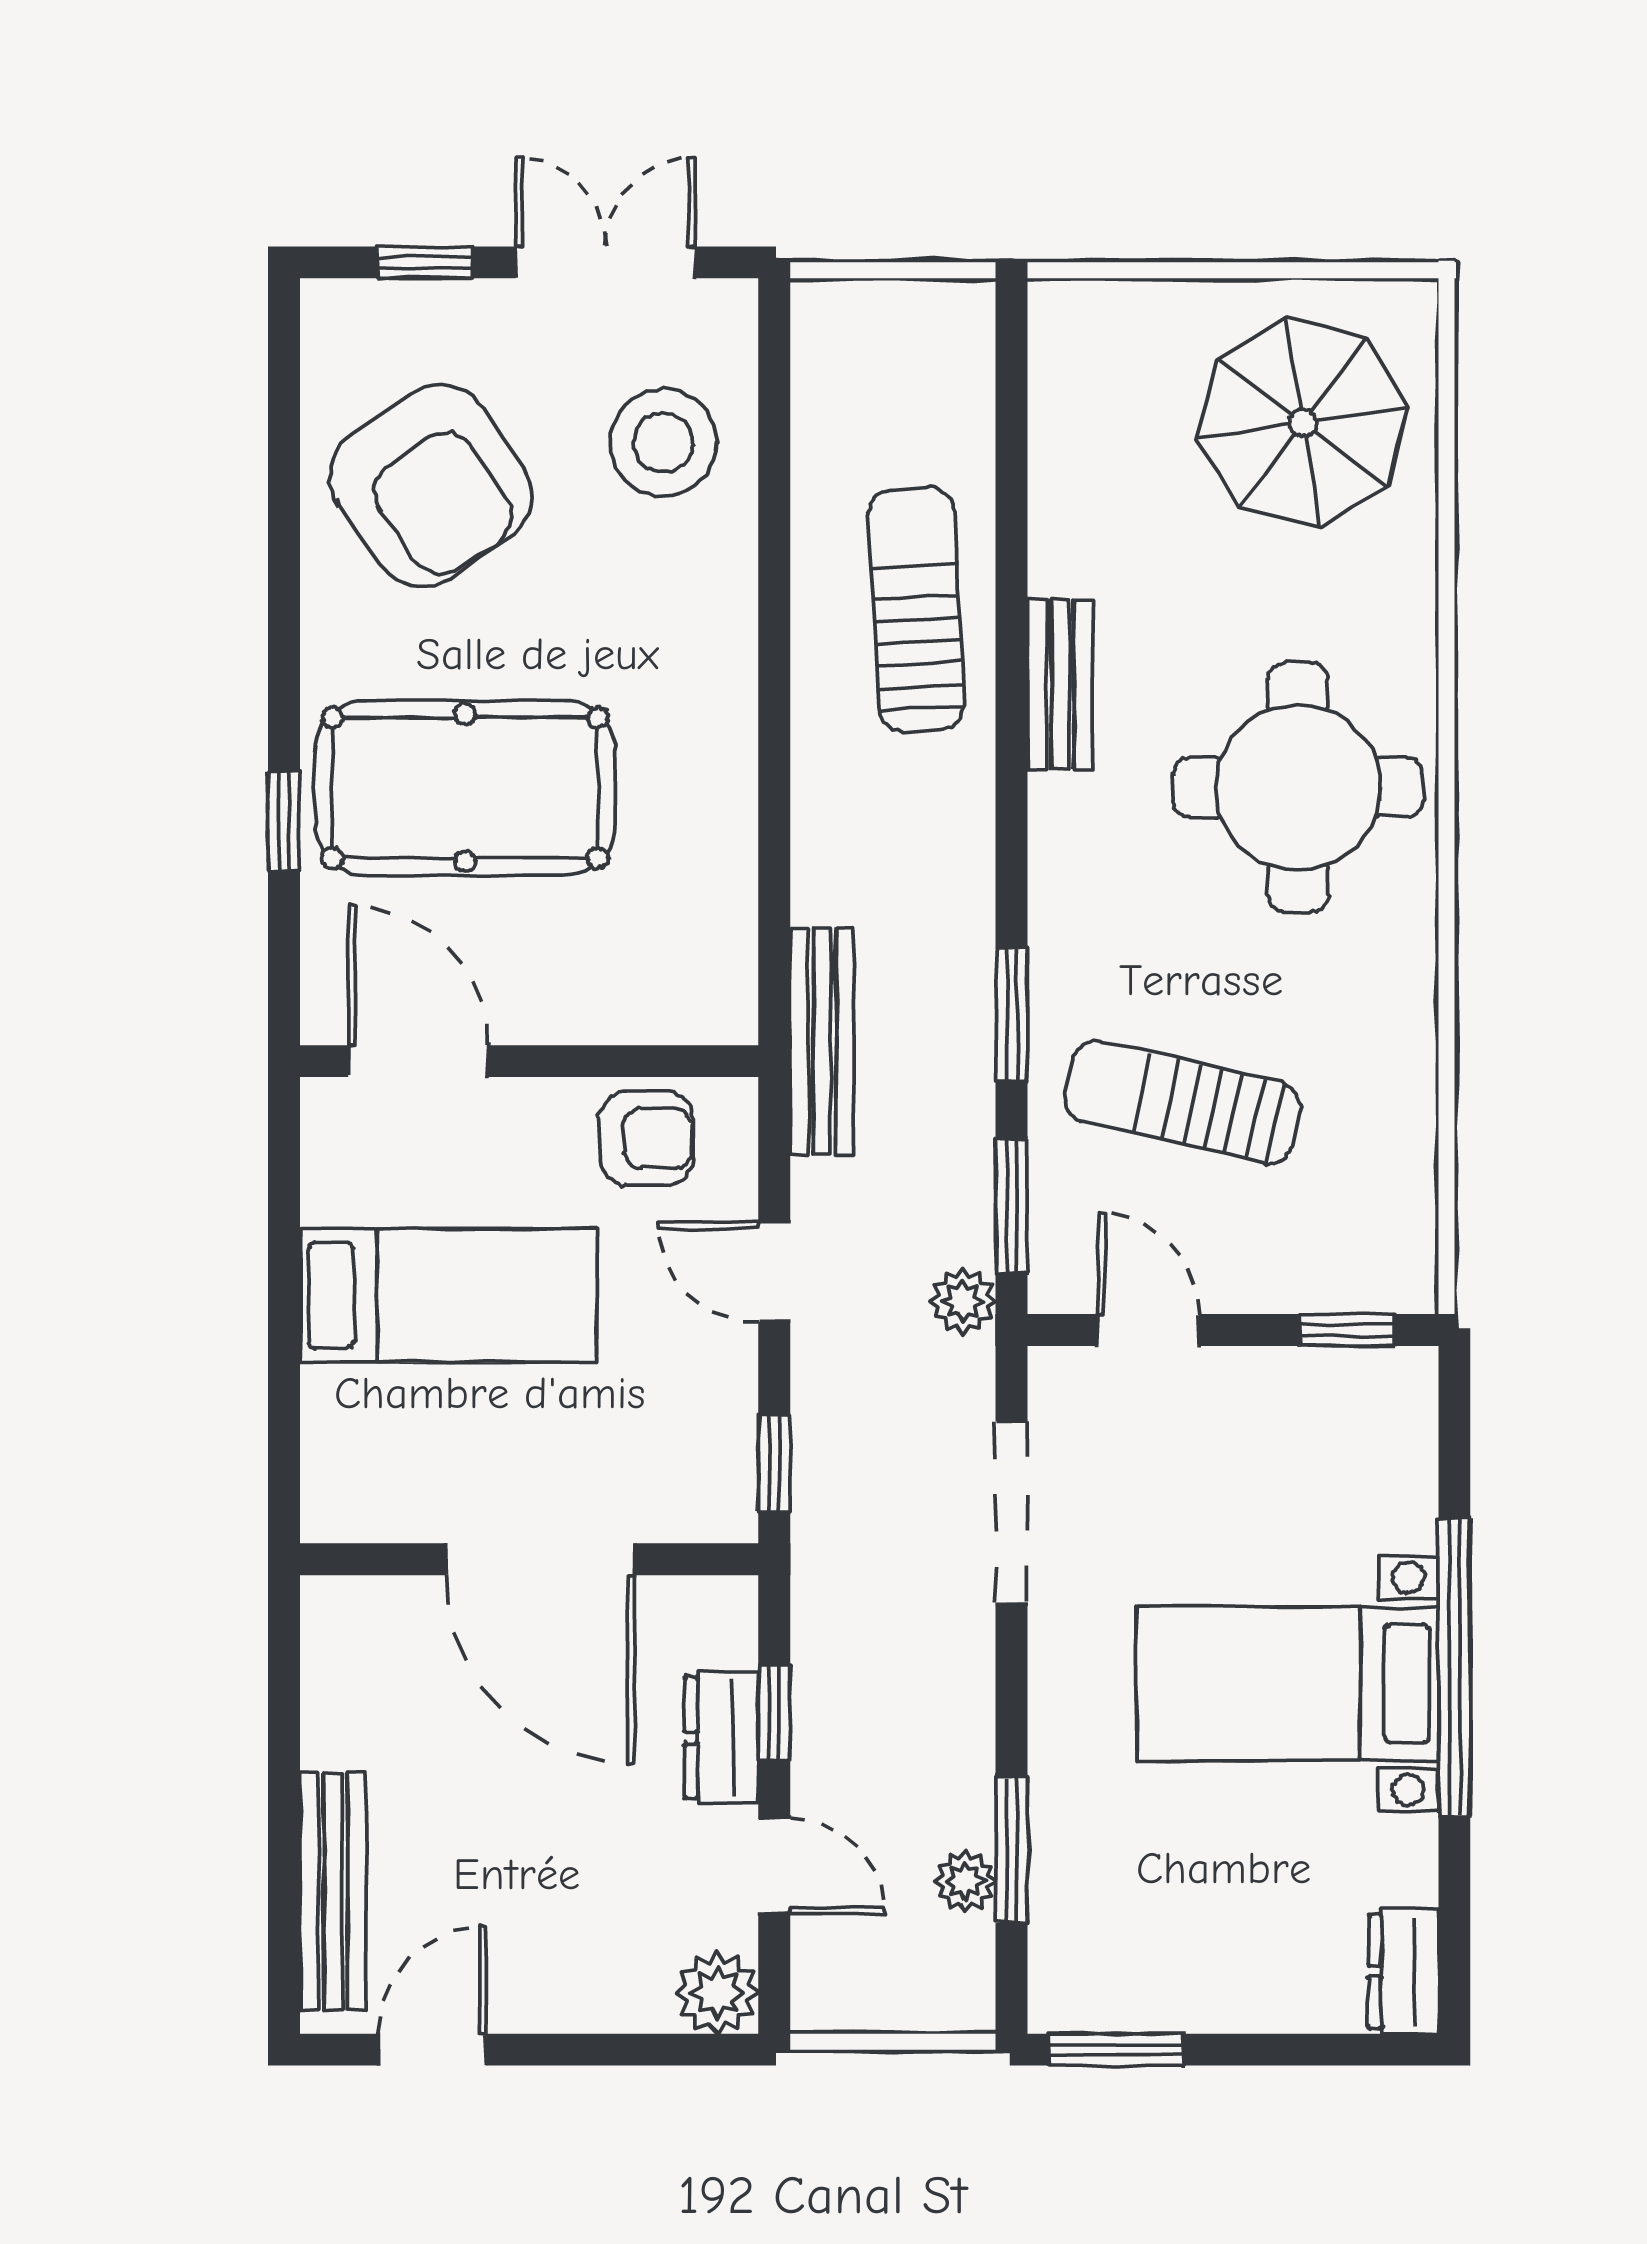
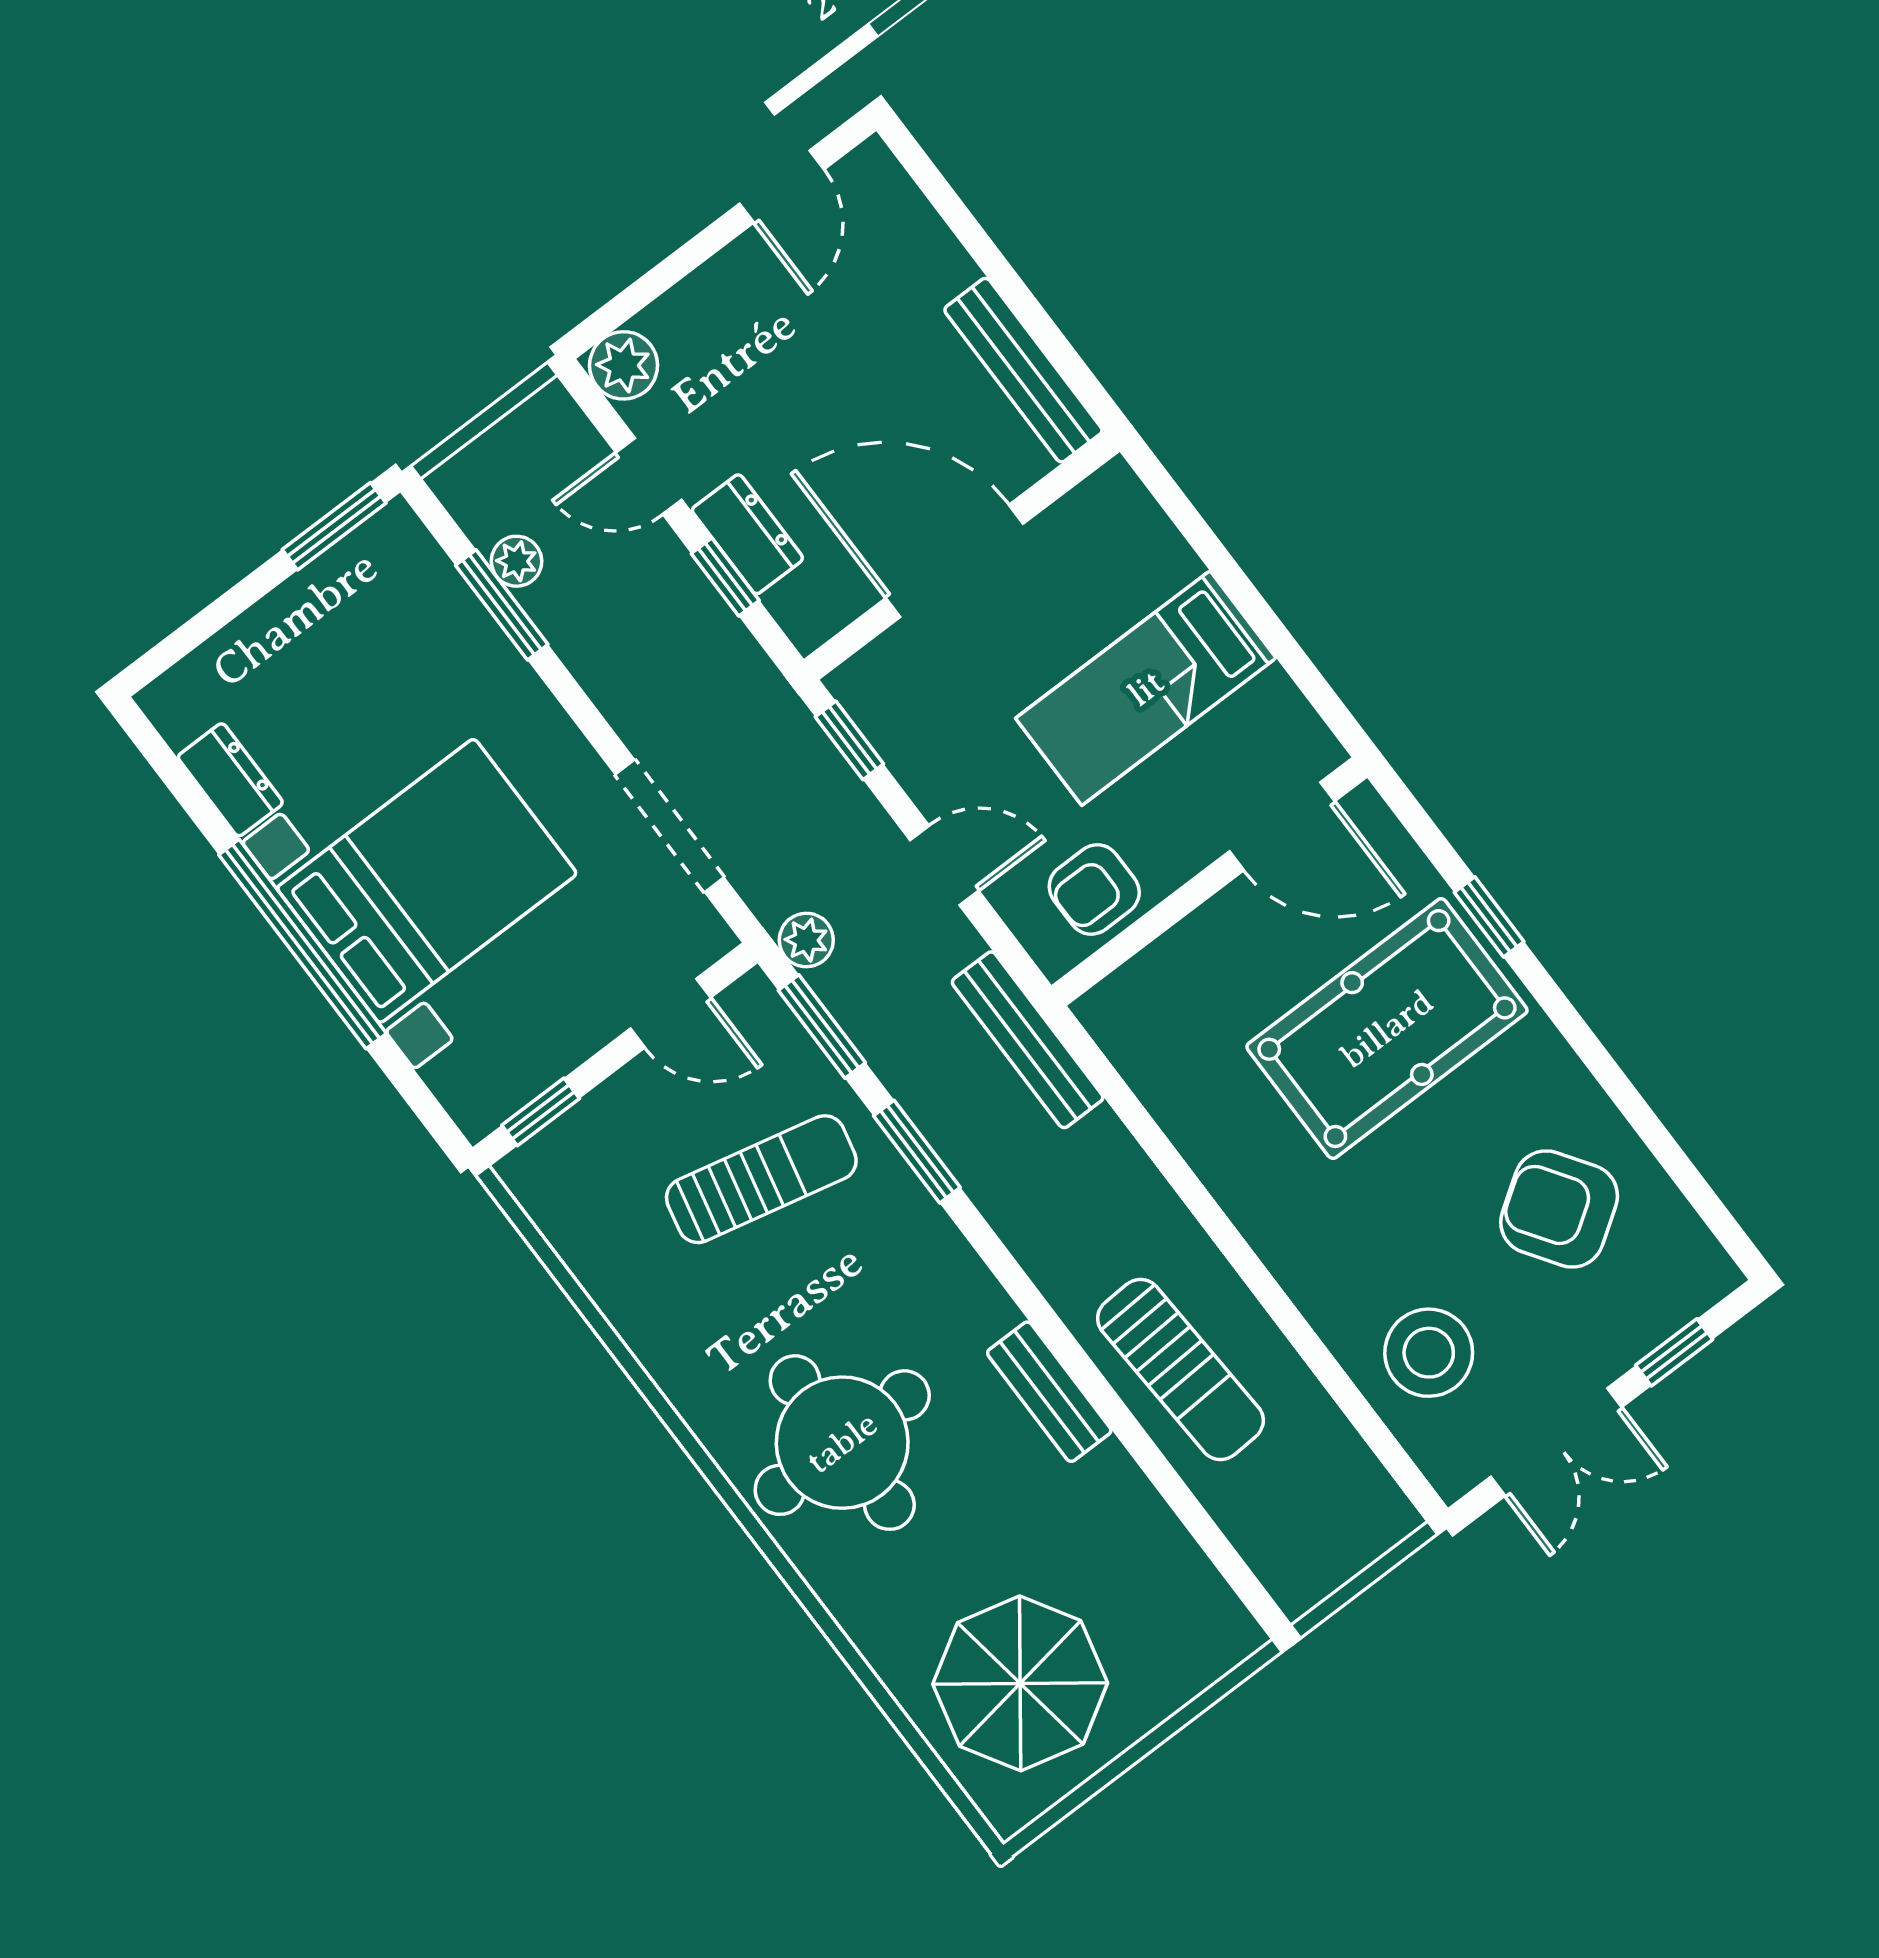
armchair: (431, 486) -> (1559, 1209), width x0.73, depth x0.73
bed with nightstands: (1287, 1684) -> (427, 881), width x1.36
bench: (333, 1891) -> (1023, 370), moved
dresser: (1404, 1972) -> (230, 780), moved

